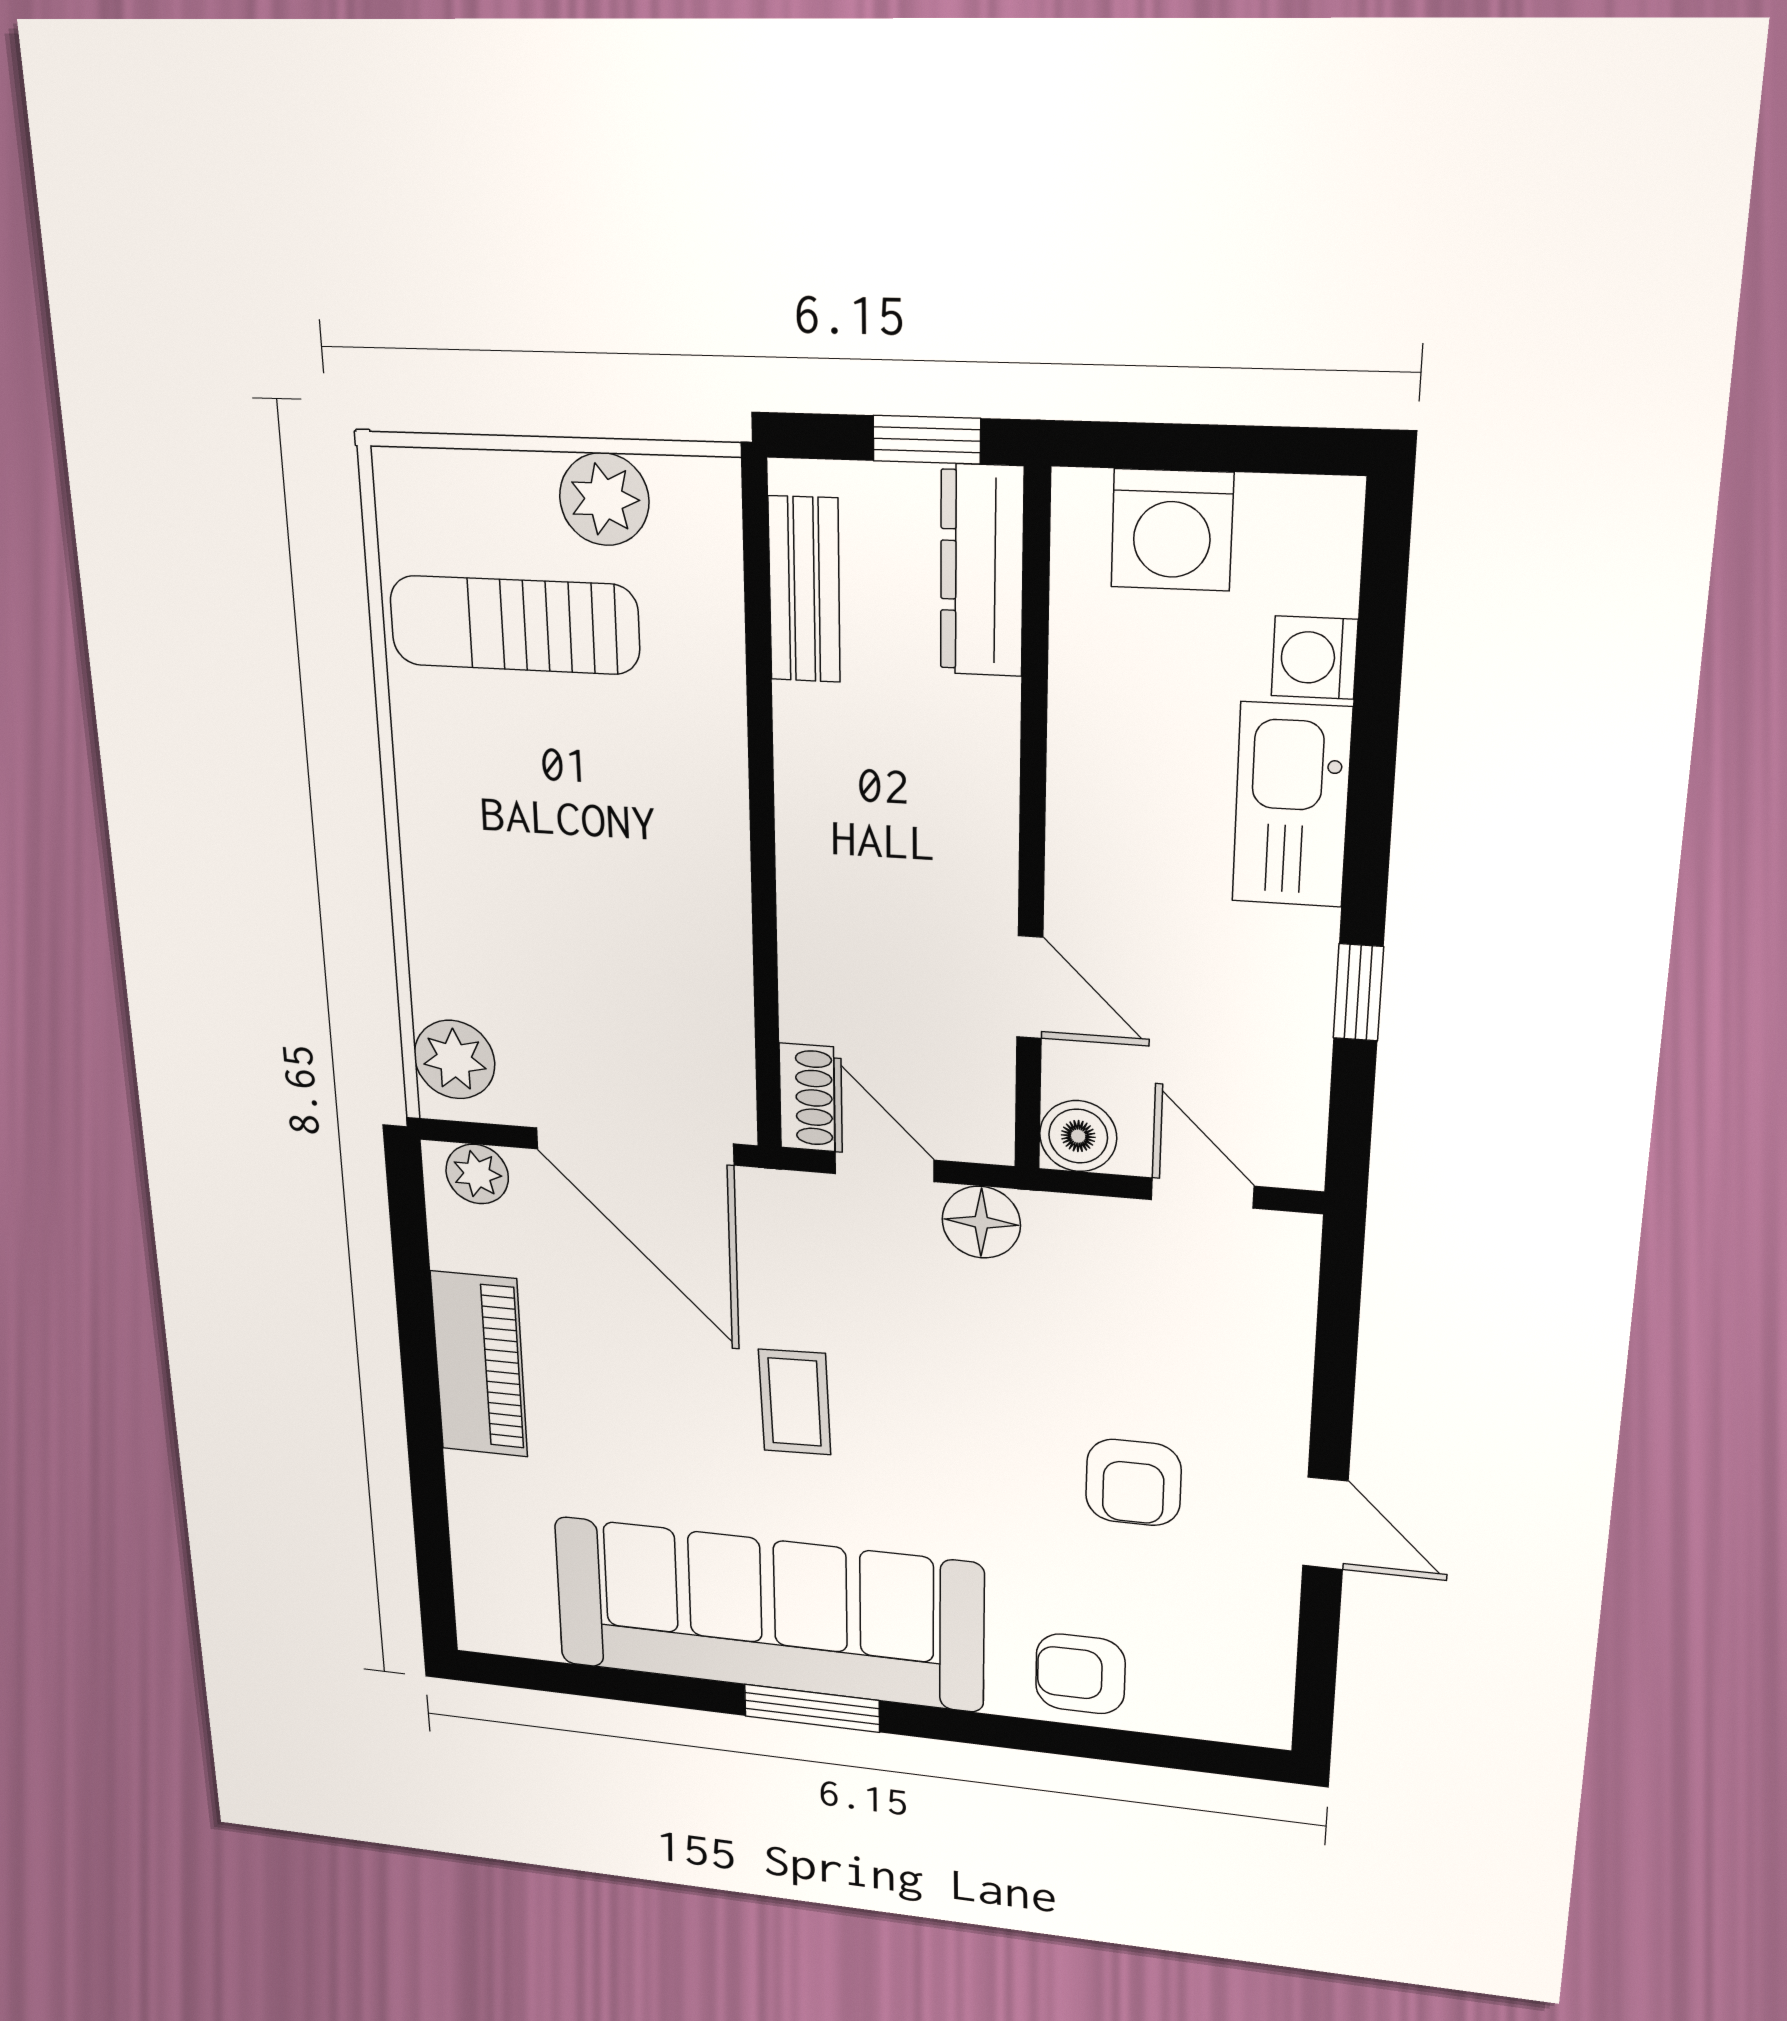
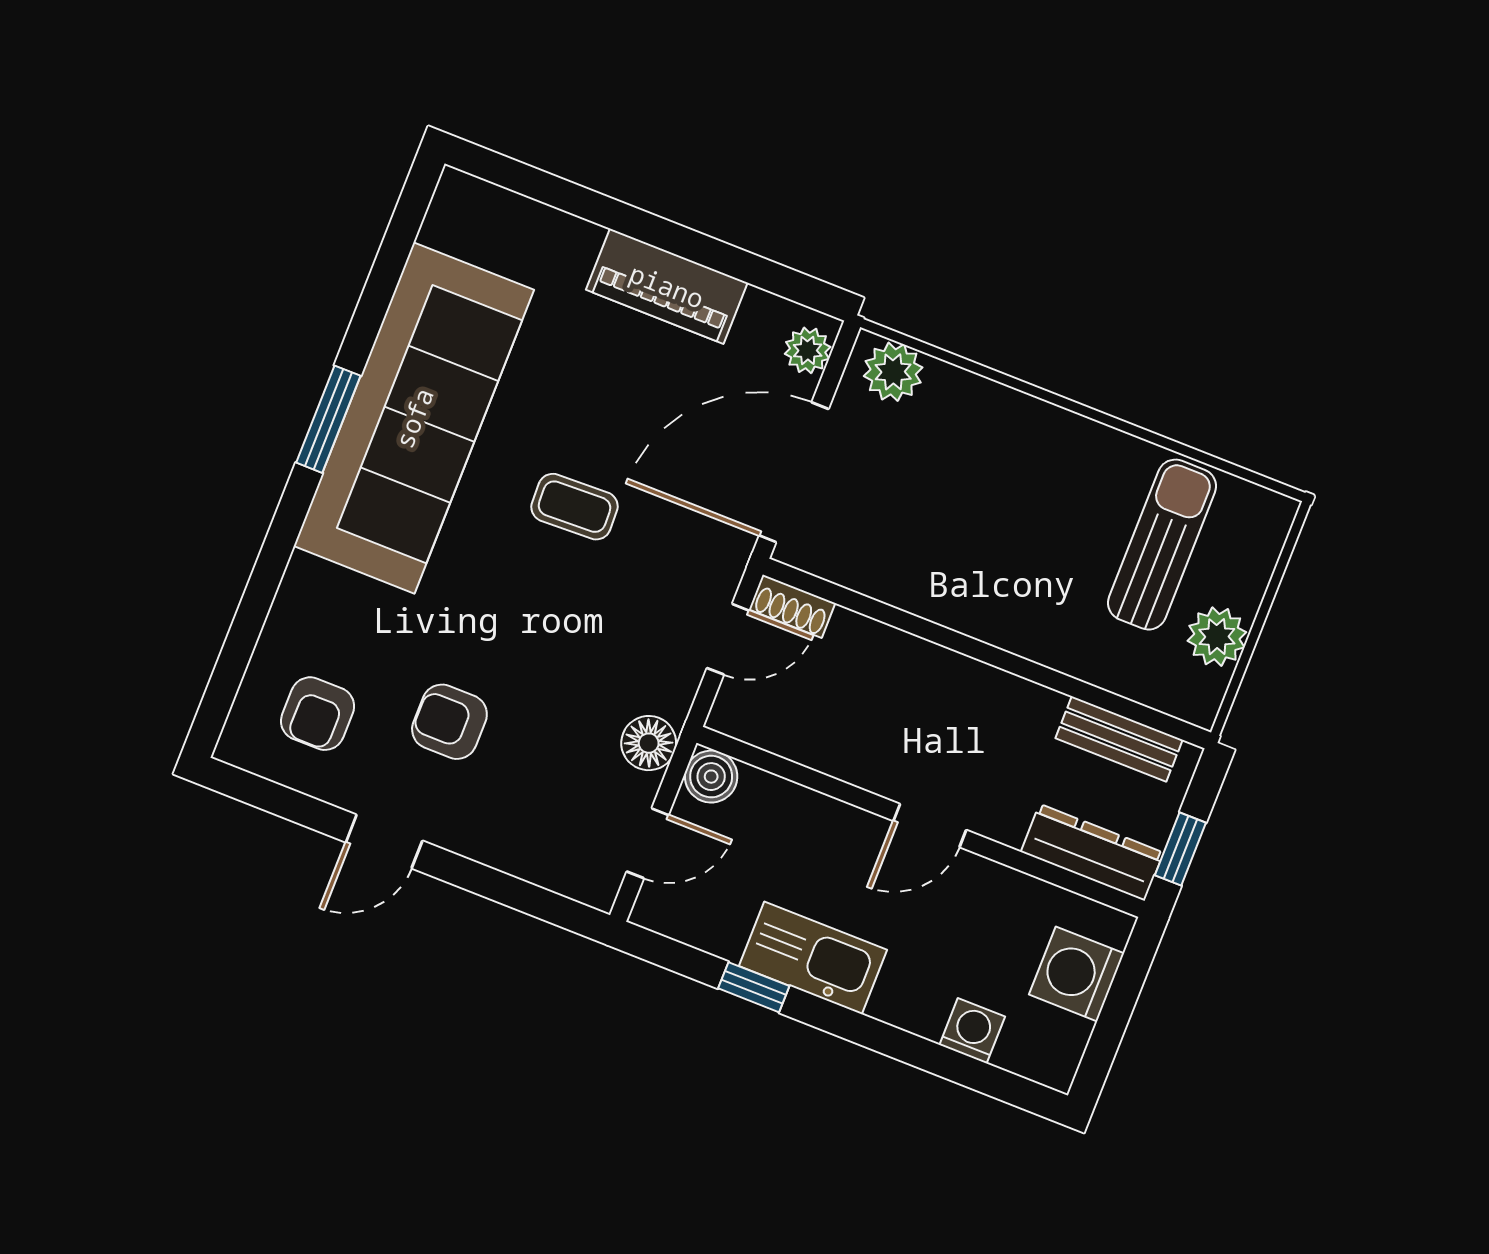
kitchen sink: (1292, 805) -> (813, 958), moved
door: (1030, 987) -> (930, 825), moved
floor lamp: (981, 1222) -> (649, 743), moved
armchair: (1080, 1674) -> (318, 714), moved, turned 180

